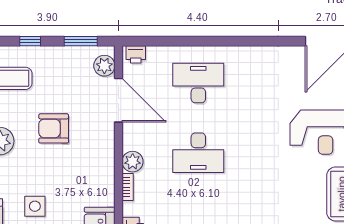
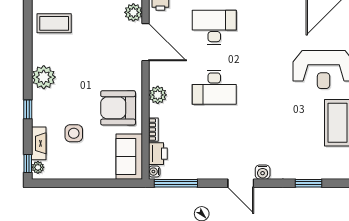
armchair: (54, 128) -> (118, 108), moved, width x1.36, depth x1.36
bookcase: (128, 187) -> (153, 130), moved

